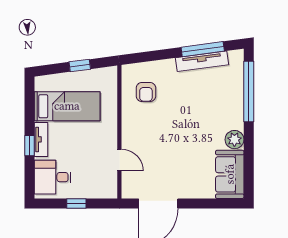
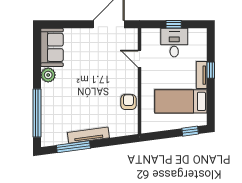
tv unit: (202, 61) -> (88, 135), moved
window: (80, 66) -> (190, 131), moved
armchair: (146, 92) -> (128, 102), moved
desk: (53, 177) -> (174, 43), moved, turned -90

